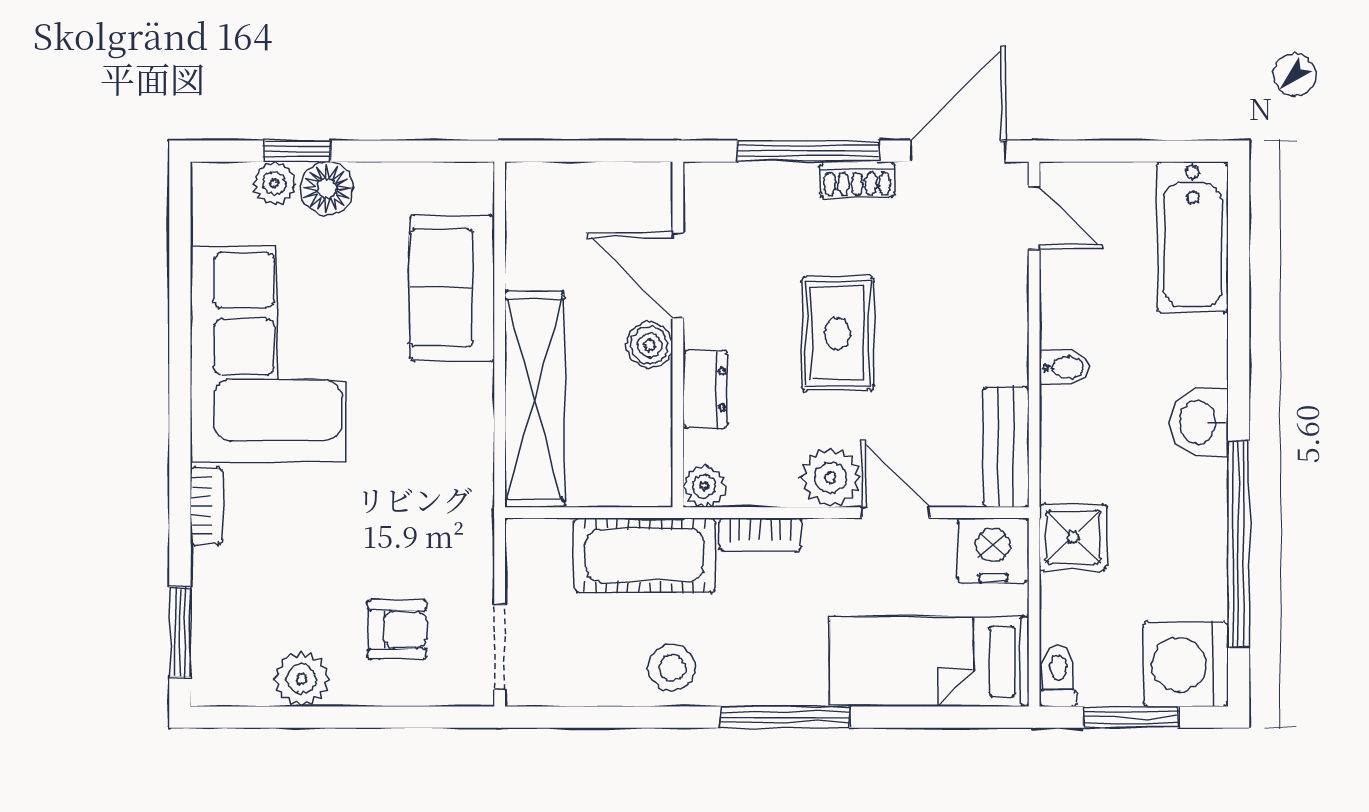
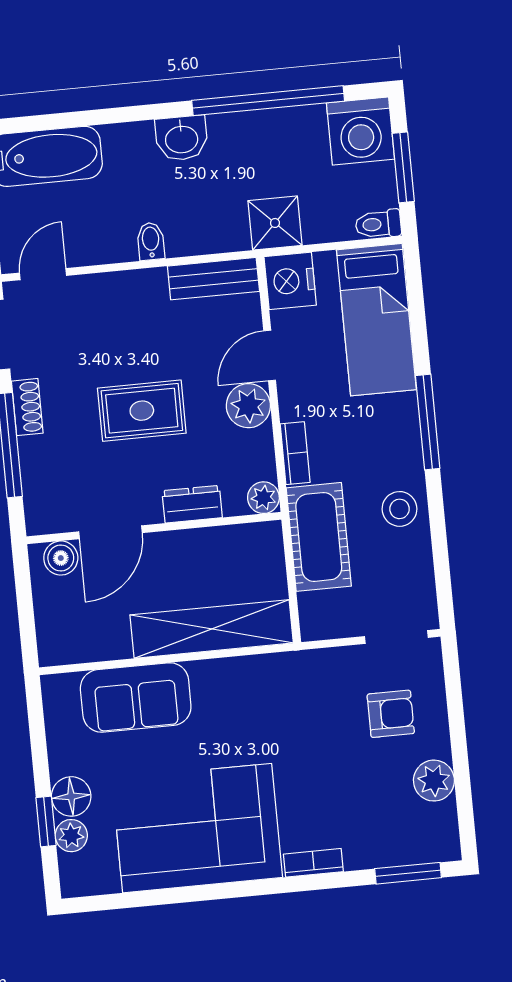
boiler: (650, 345) -> (61, 558), moved
armchair: (397, 629) -> (391, 714), turned 90

